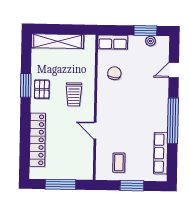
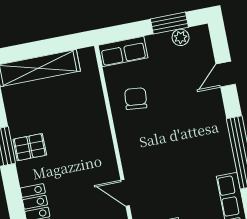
pallet: (42, 89) -> (30, 147), turned 90
trolley: (74, 94) -> (81, 144), removed

